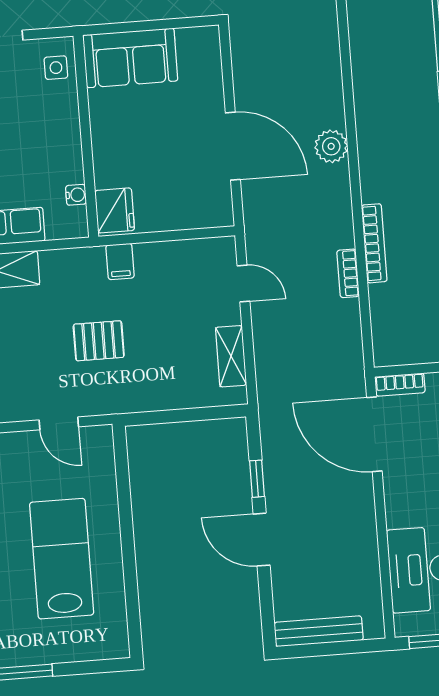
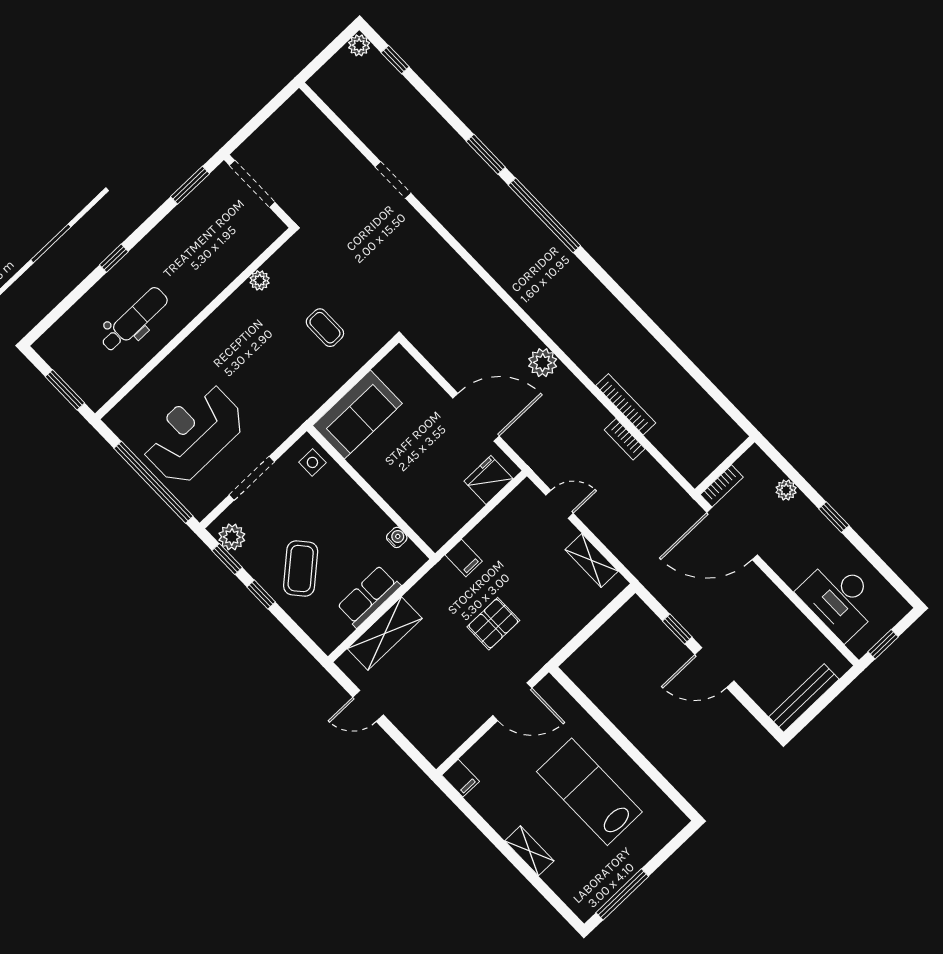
fridge: (115, 210) -> (489, 480), moved, turned -90
door: (59, 423) -> (512, 702), width x1.38

